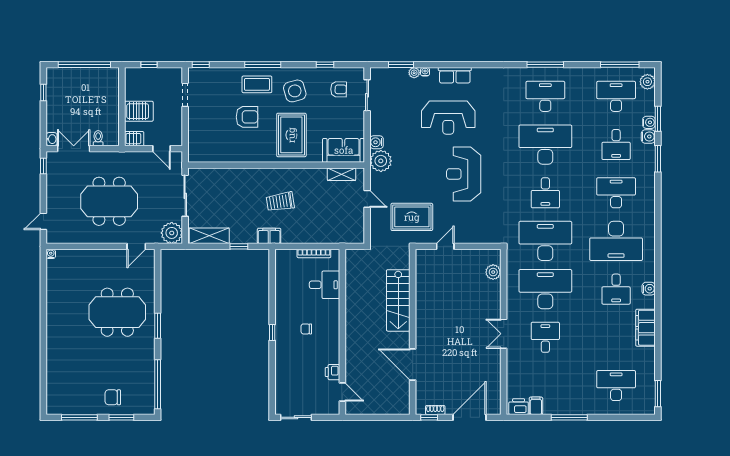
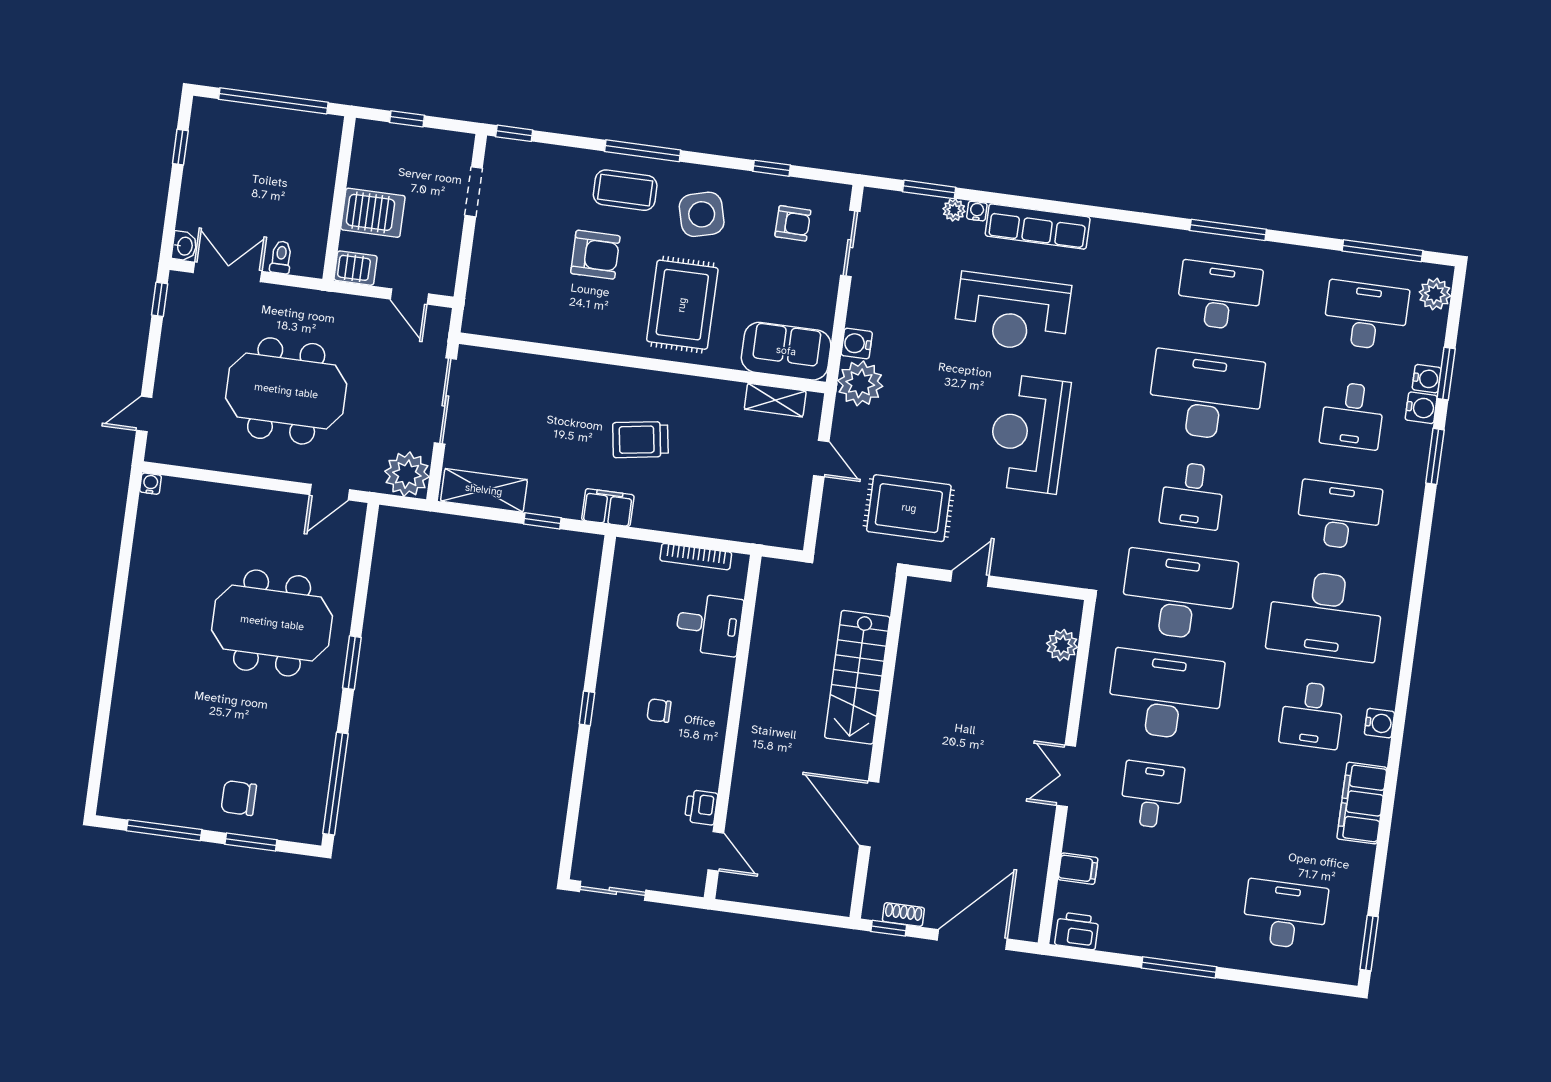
row of seats: (455, 75) -> (1038, 227), width x1.48
filing cabinet: (536, 406) -> (1078, 869), moved, turned 90

